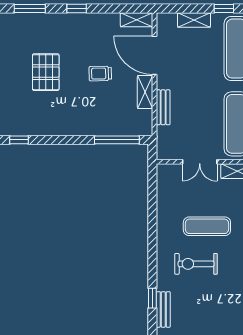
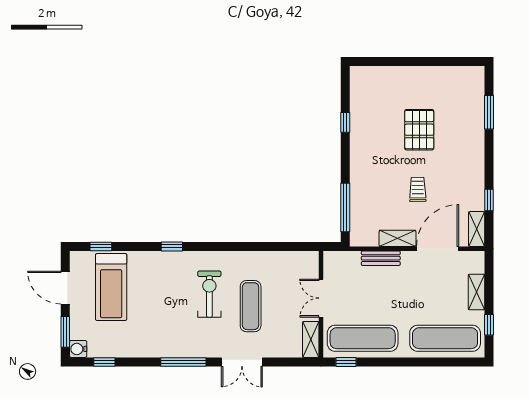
window: (77, 8) -> (489, 200), moved
pallet: (46, 72) -> (419, 130), turned 90
window: (19, 140) -> (345, 122), moved
bench: (163, 309) -> (159, 258), removed

